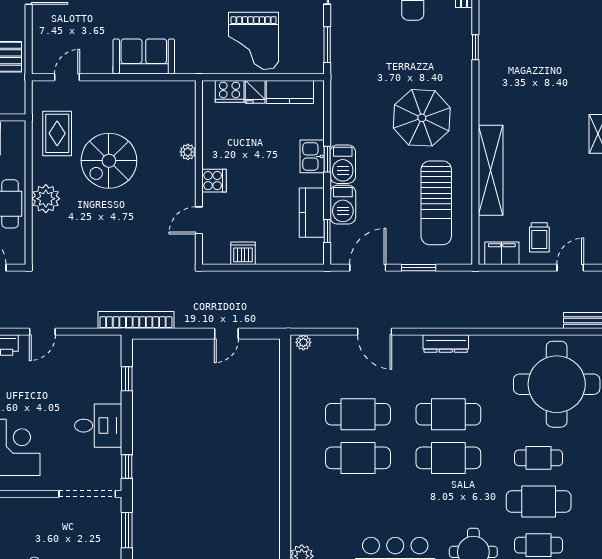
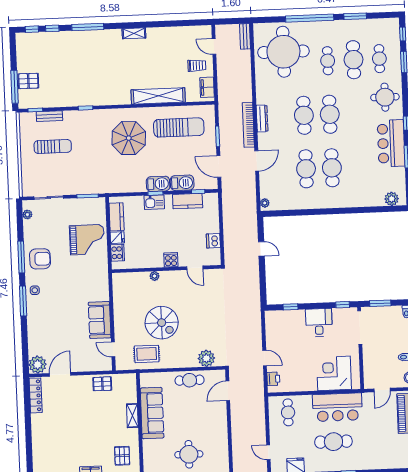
sofa: (144, 57) -> (100, 320), moved
plant: (46, 199) -> (206, 358), moved
bookcase: (136, 320) -> (248, 125), moved

